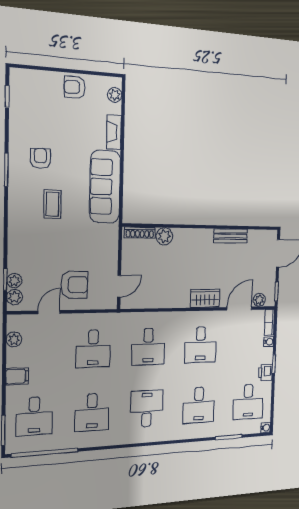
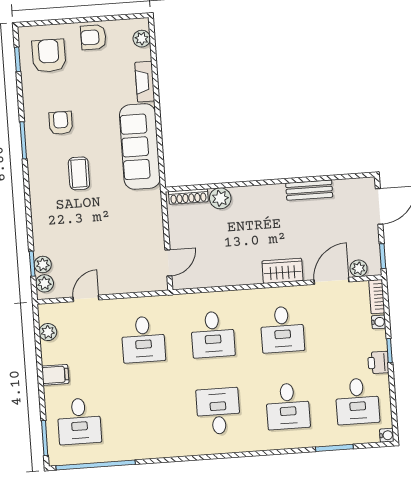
armchair: (74, 285) -> (49, 56), moved, turned -90
desk: (92, 412) -> (149, 416), removed

